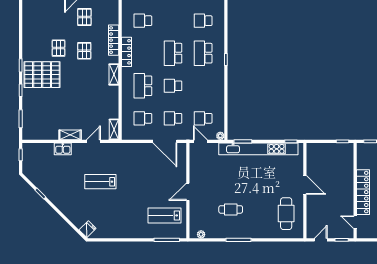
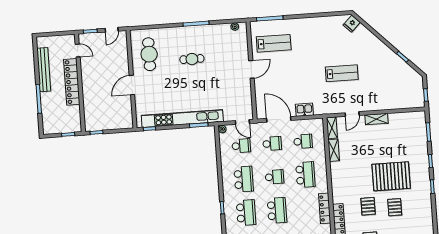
shelving: (114, 74) -> (334, 150), moved
pallet: (42, 75) -> (391, 176), moved
school desk: (203, 86) -> (244, 179), added
kitchen sink: (63, 149) -> (304, 110), moved
door: (305, 185) -> (132, 85), hinge flipped
cafe table: (231, 209) -> (192, 59), moved

